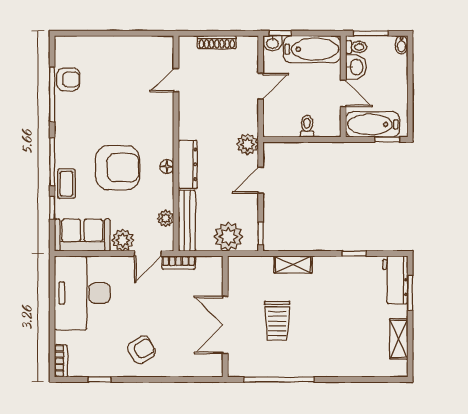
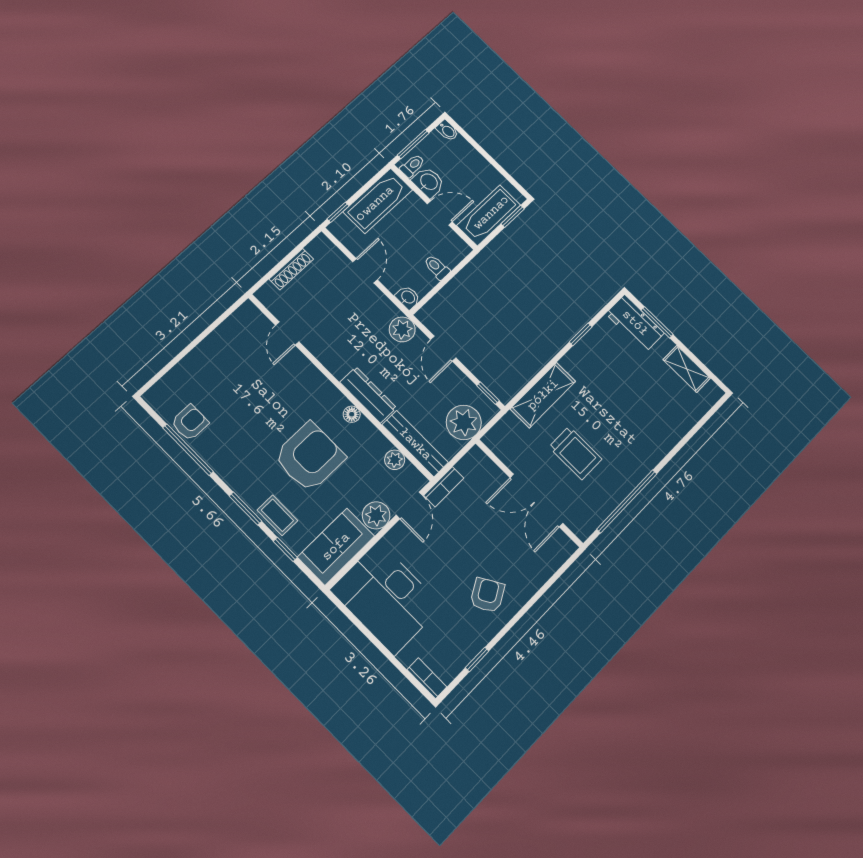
washbasin: (272, 43) -> (408, 297), moved, turned -90
window: (52, 162) -> (245, 509), width x0.69
shelving: (293, 264) -> (543, 395), width x1.50, depth x1.33

